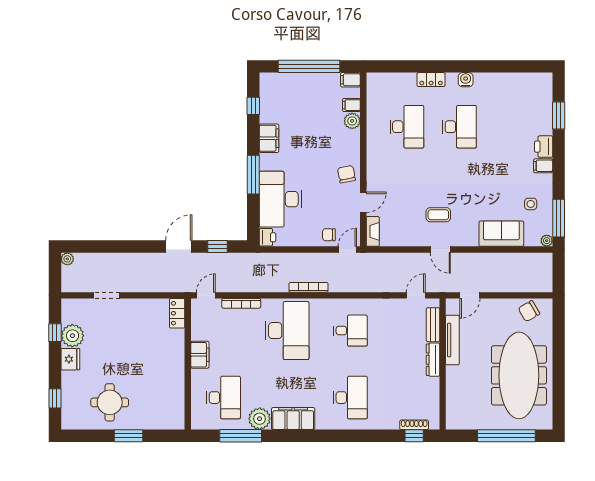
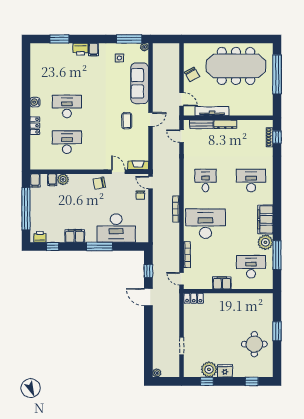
sofa: (501, 234) -> (140, 83), width x1.36
printer: (268, 237) -> (40, 237), moved
chair: (529, 311) -> (192, 74), moved

